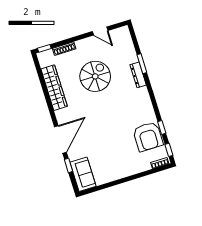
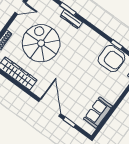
spiral stairs: (95, 76) -> (41, 43), width x1.37, depth x1.37
sofa: (83, 174) -> (98, 113), moved, turned -90

